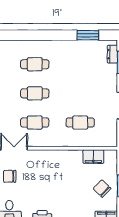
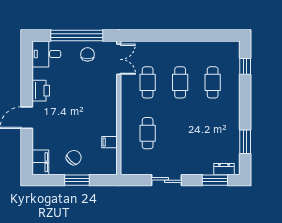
window: (20, 35) -> (245, 66), added
filing cabinet: (93, 157) -> (110, 142), width x0.50

